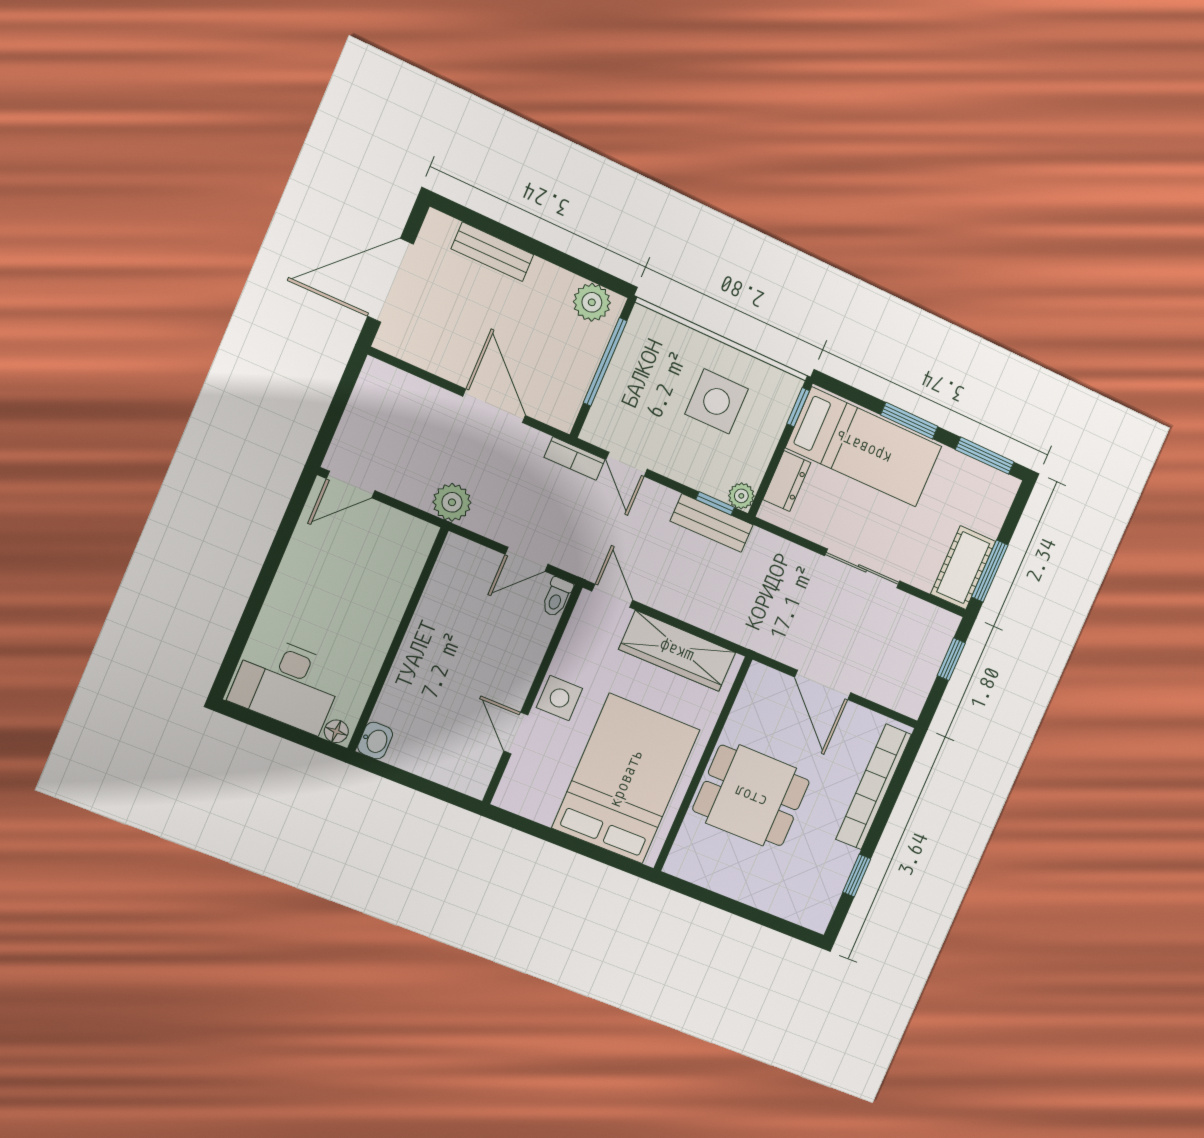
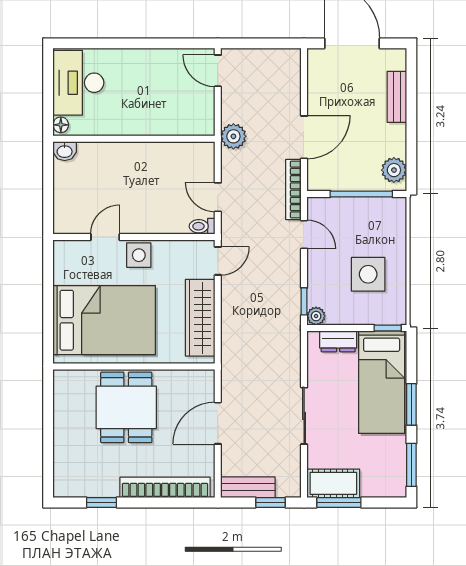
bookcase: (575, 458) -> (293, 190), width x1.56
door: (627, 464) -> (304, 234), swing flipped
bench: (712, 523) -> (248, 487), moved, turned 90

